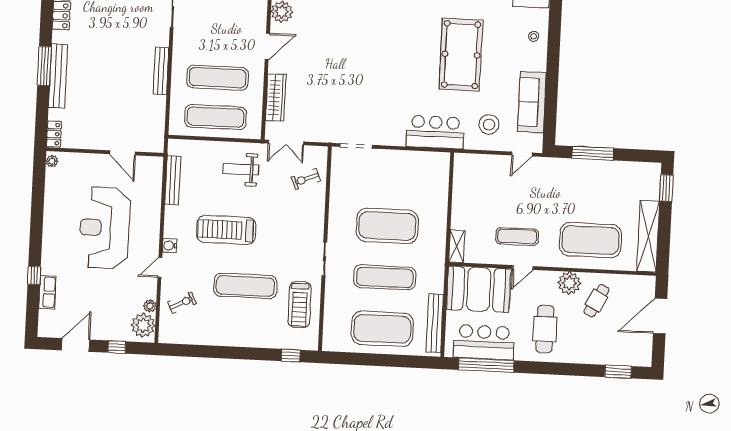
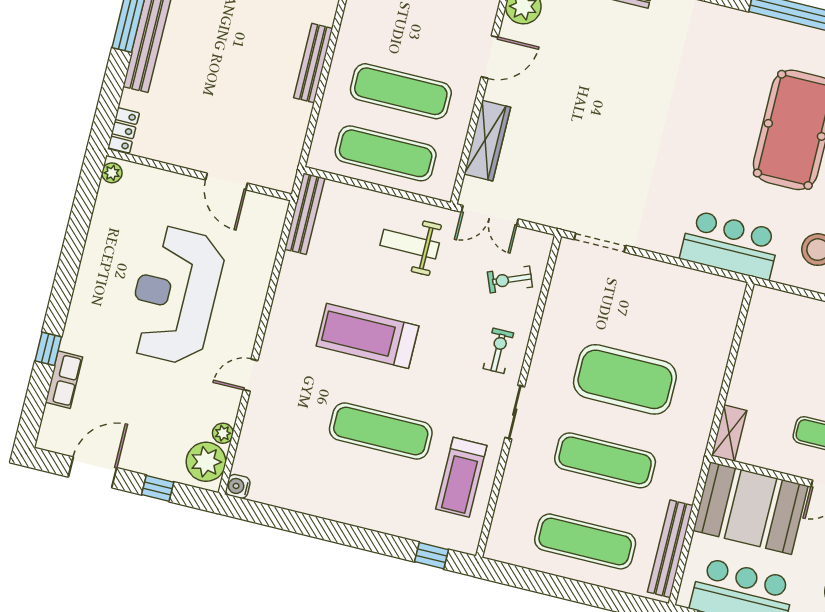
bench: (173, 180) -> (305, 214), moved
water cooler: (170, 246) -> (238, 486), moved
exercise bike: (182, 303) -> (498, 351), moved, turned -64
exercise mat: (382, 329) -> (585, 541), width x0.68

